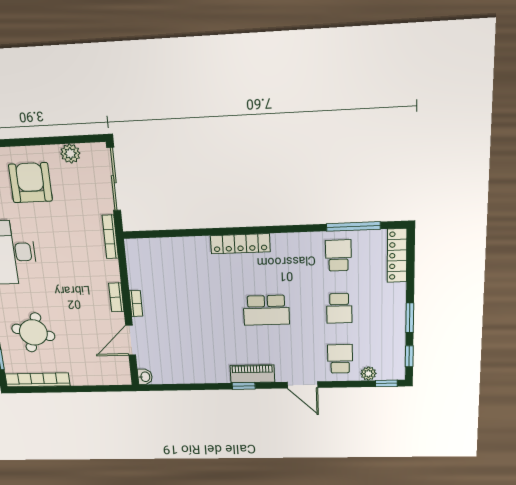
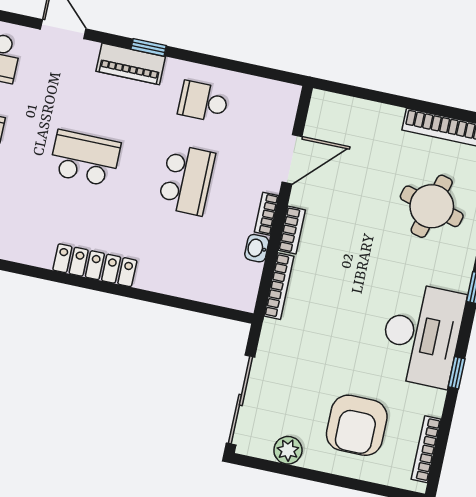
bookcase: (110, 237) -> (279, 286), moved
school desk: (195, 312) -> (187, 180), added
school desk: (199, 362) -> (203, 102), added
washbasin: (145, 377) -> (257, 248), moved

